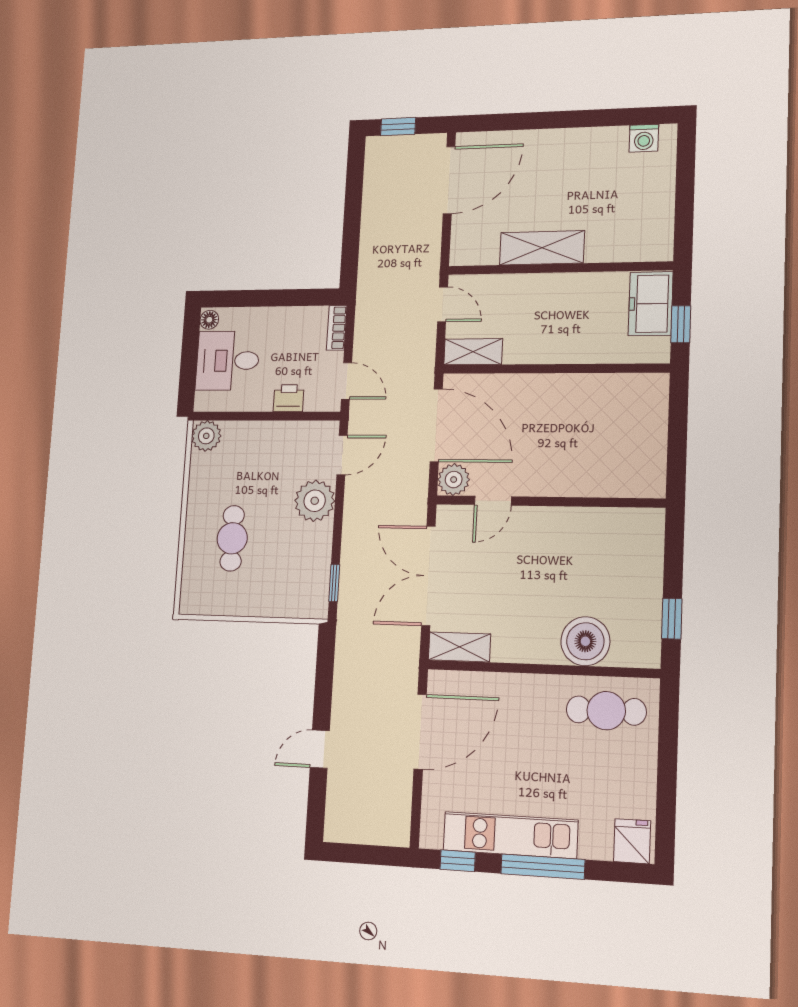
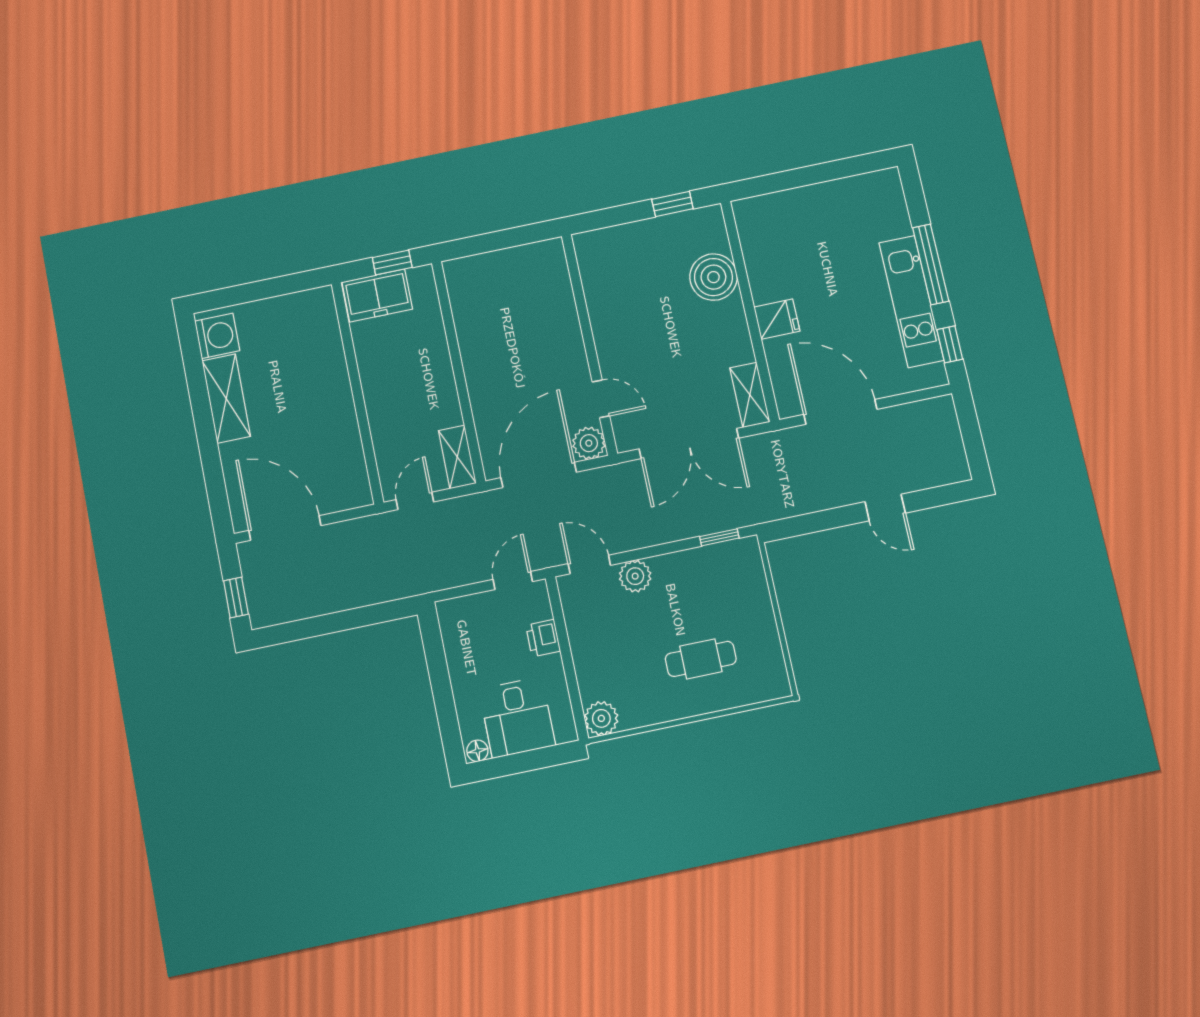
washing machine: (644, 138) -> (217, 336), width x1.38, depth x1.38
shelving: (542, 248) -> (226, 399), moved
bookcase: (337, 328) -> (460, 606), removed
plant: (315, 501) -> (635, 576), width x0.73, depth x0.73
cafe table: (606, 711) -> (772, 242), removed
fridge: (632, 841) -> (777, 319), moved, turned 180

